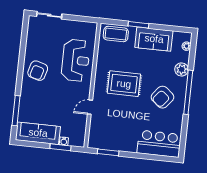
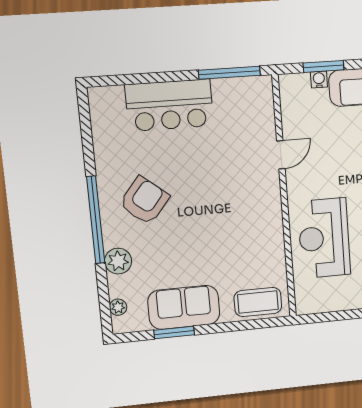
window: (138, 25) -> (174, 333), moved
rug: (124, 84) -> (224, 212), removed
bar counter: (159, 144) -> (170, 105), moved
window: (108, 152) -> (229, 73), width x1.44

